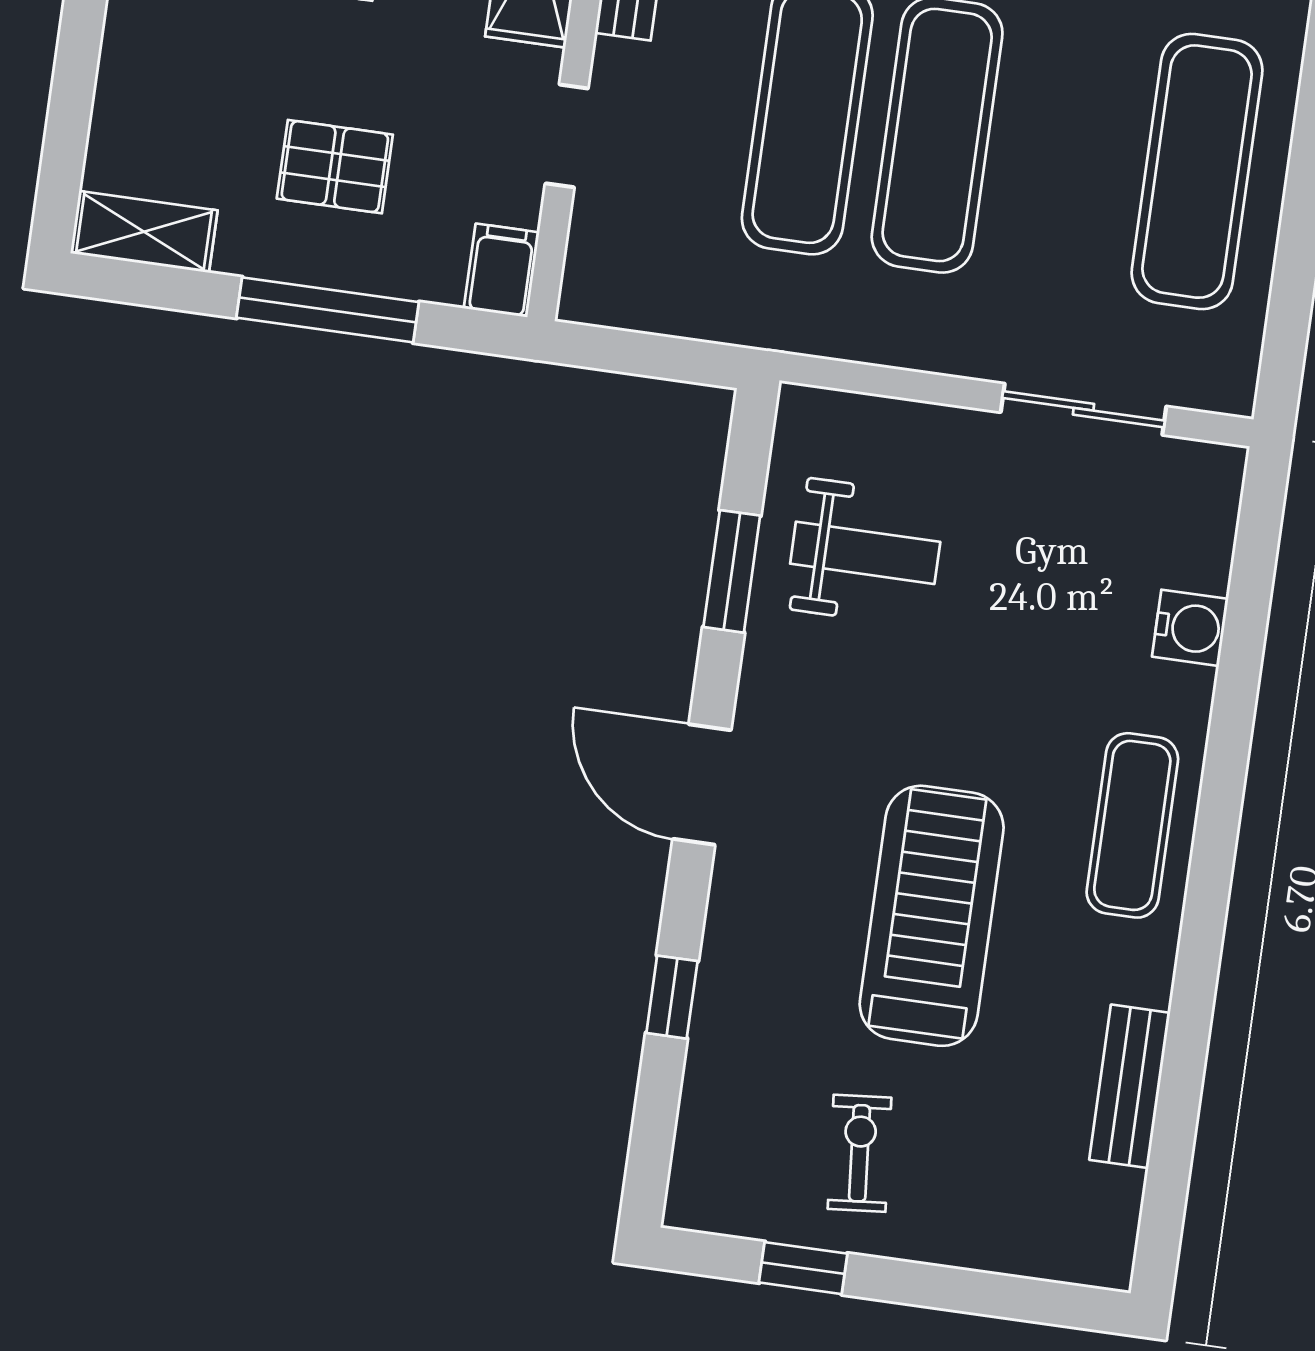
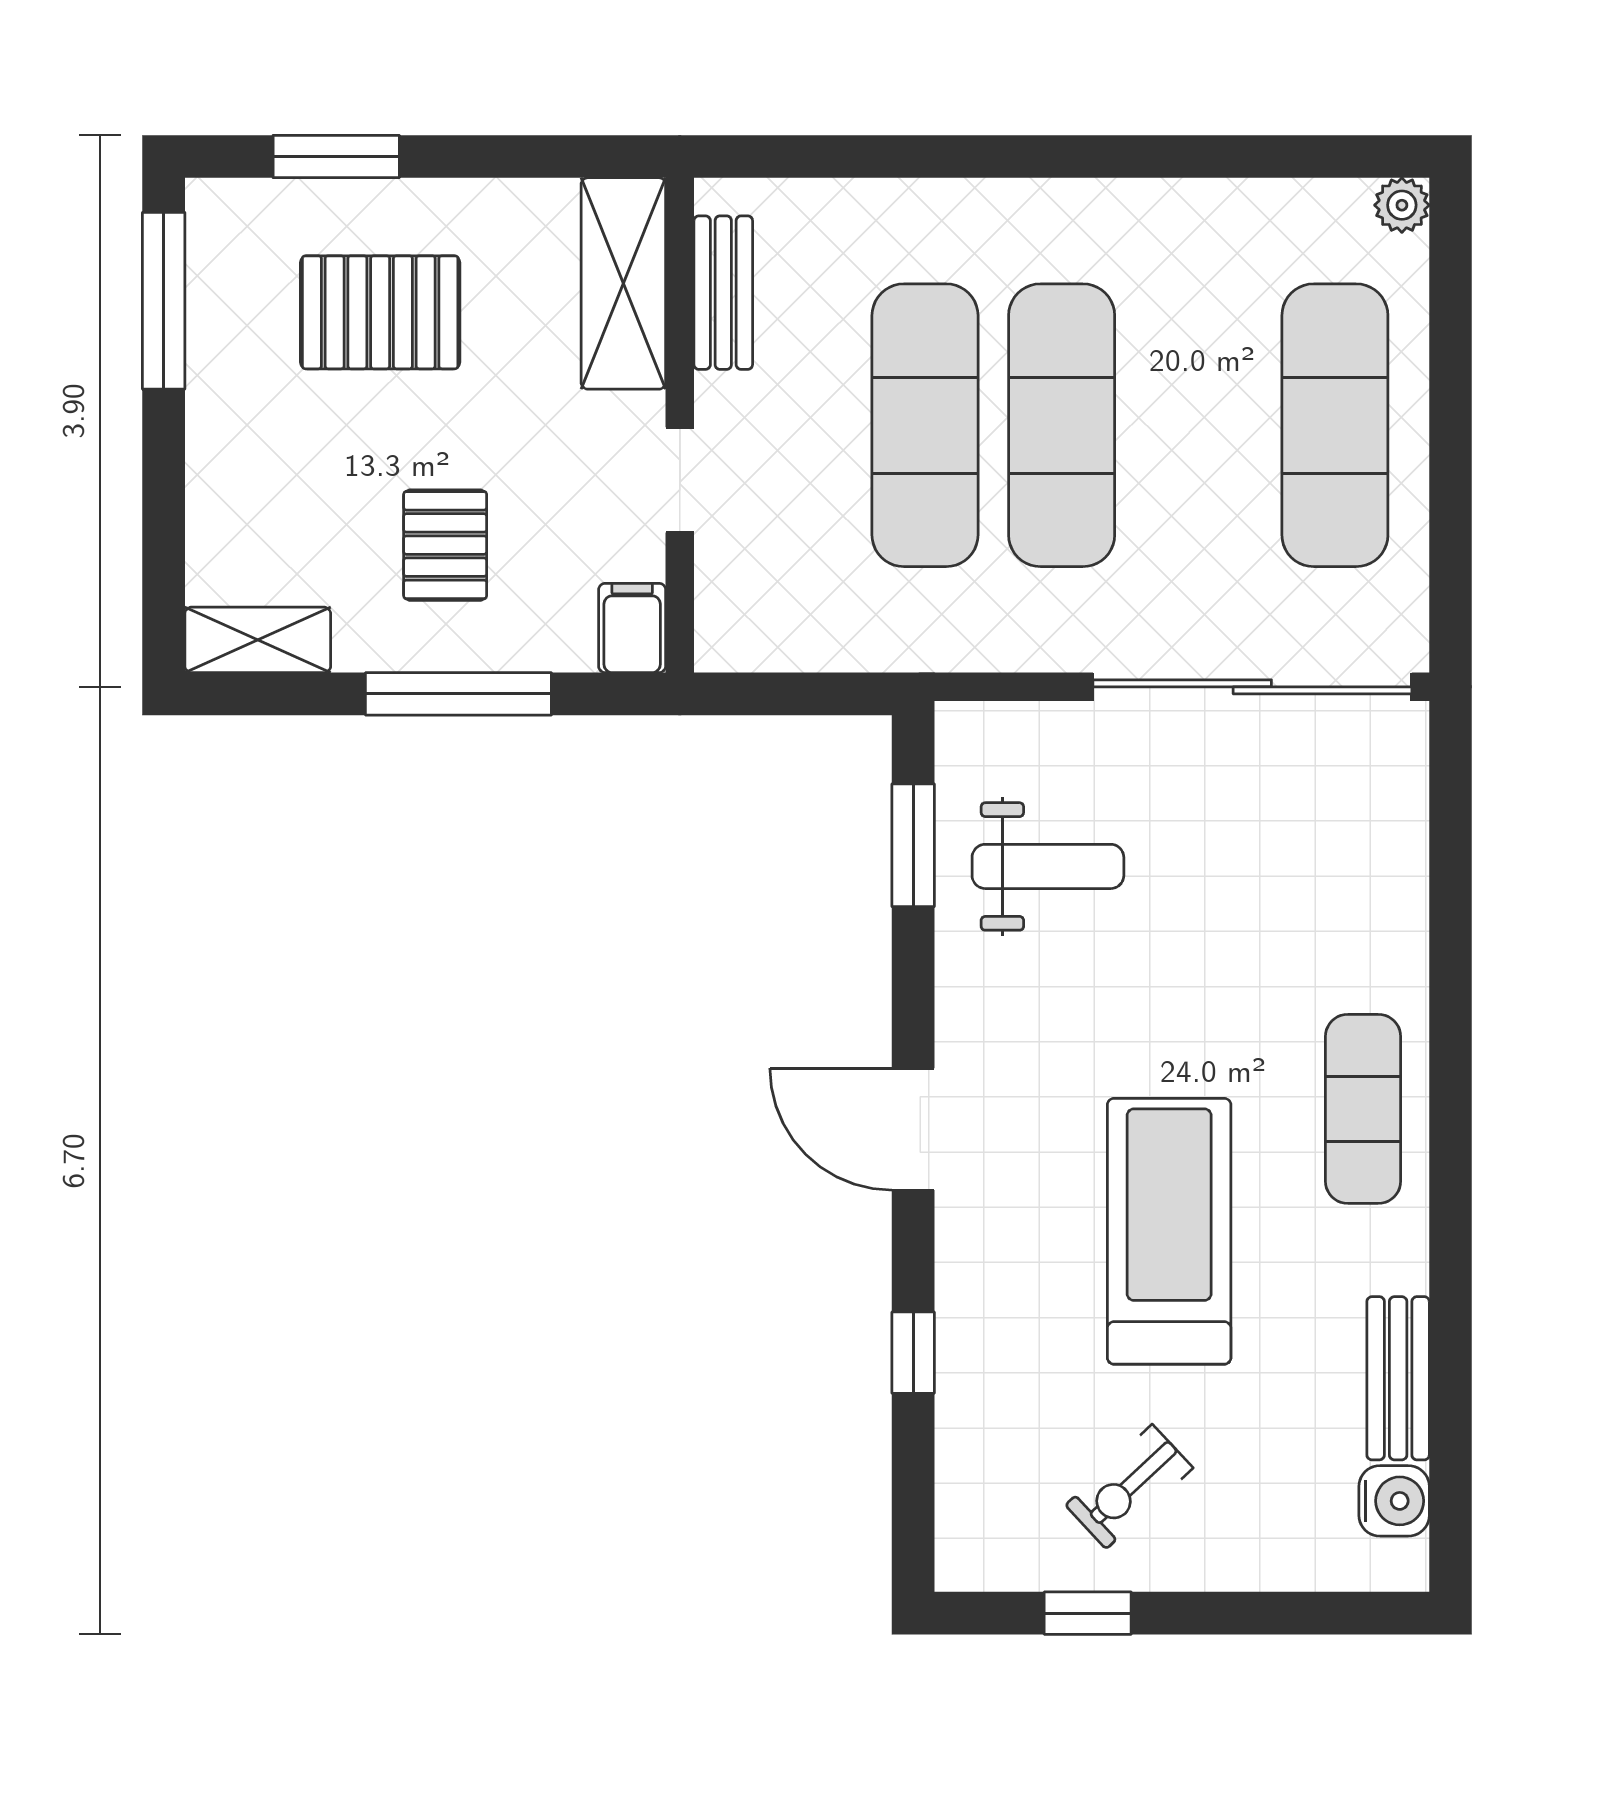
pallet: (335, 167) -> (445, 545), turned 90
sliding door: (1083, 409) -> (1252, 687), width x1.86
window: (732, 571) -> (913, 845), moved
water cooler: (1190, 628) -> (1394, 1501), moved
exercise bike: (860, 1153) -> (1129, 1487), turned -128

